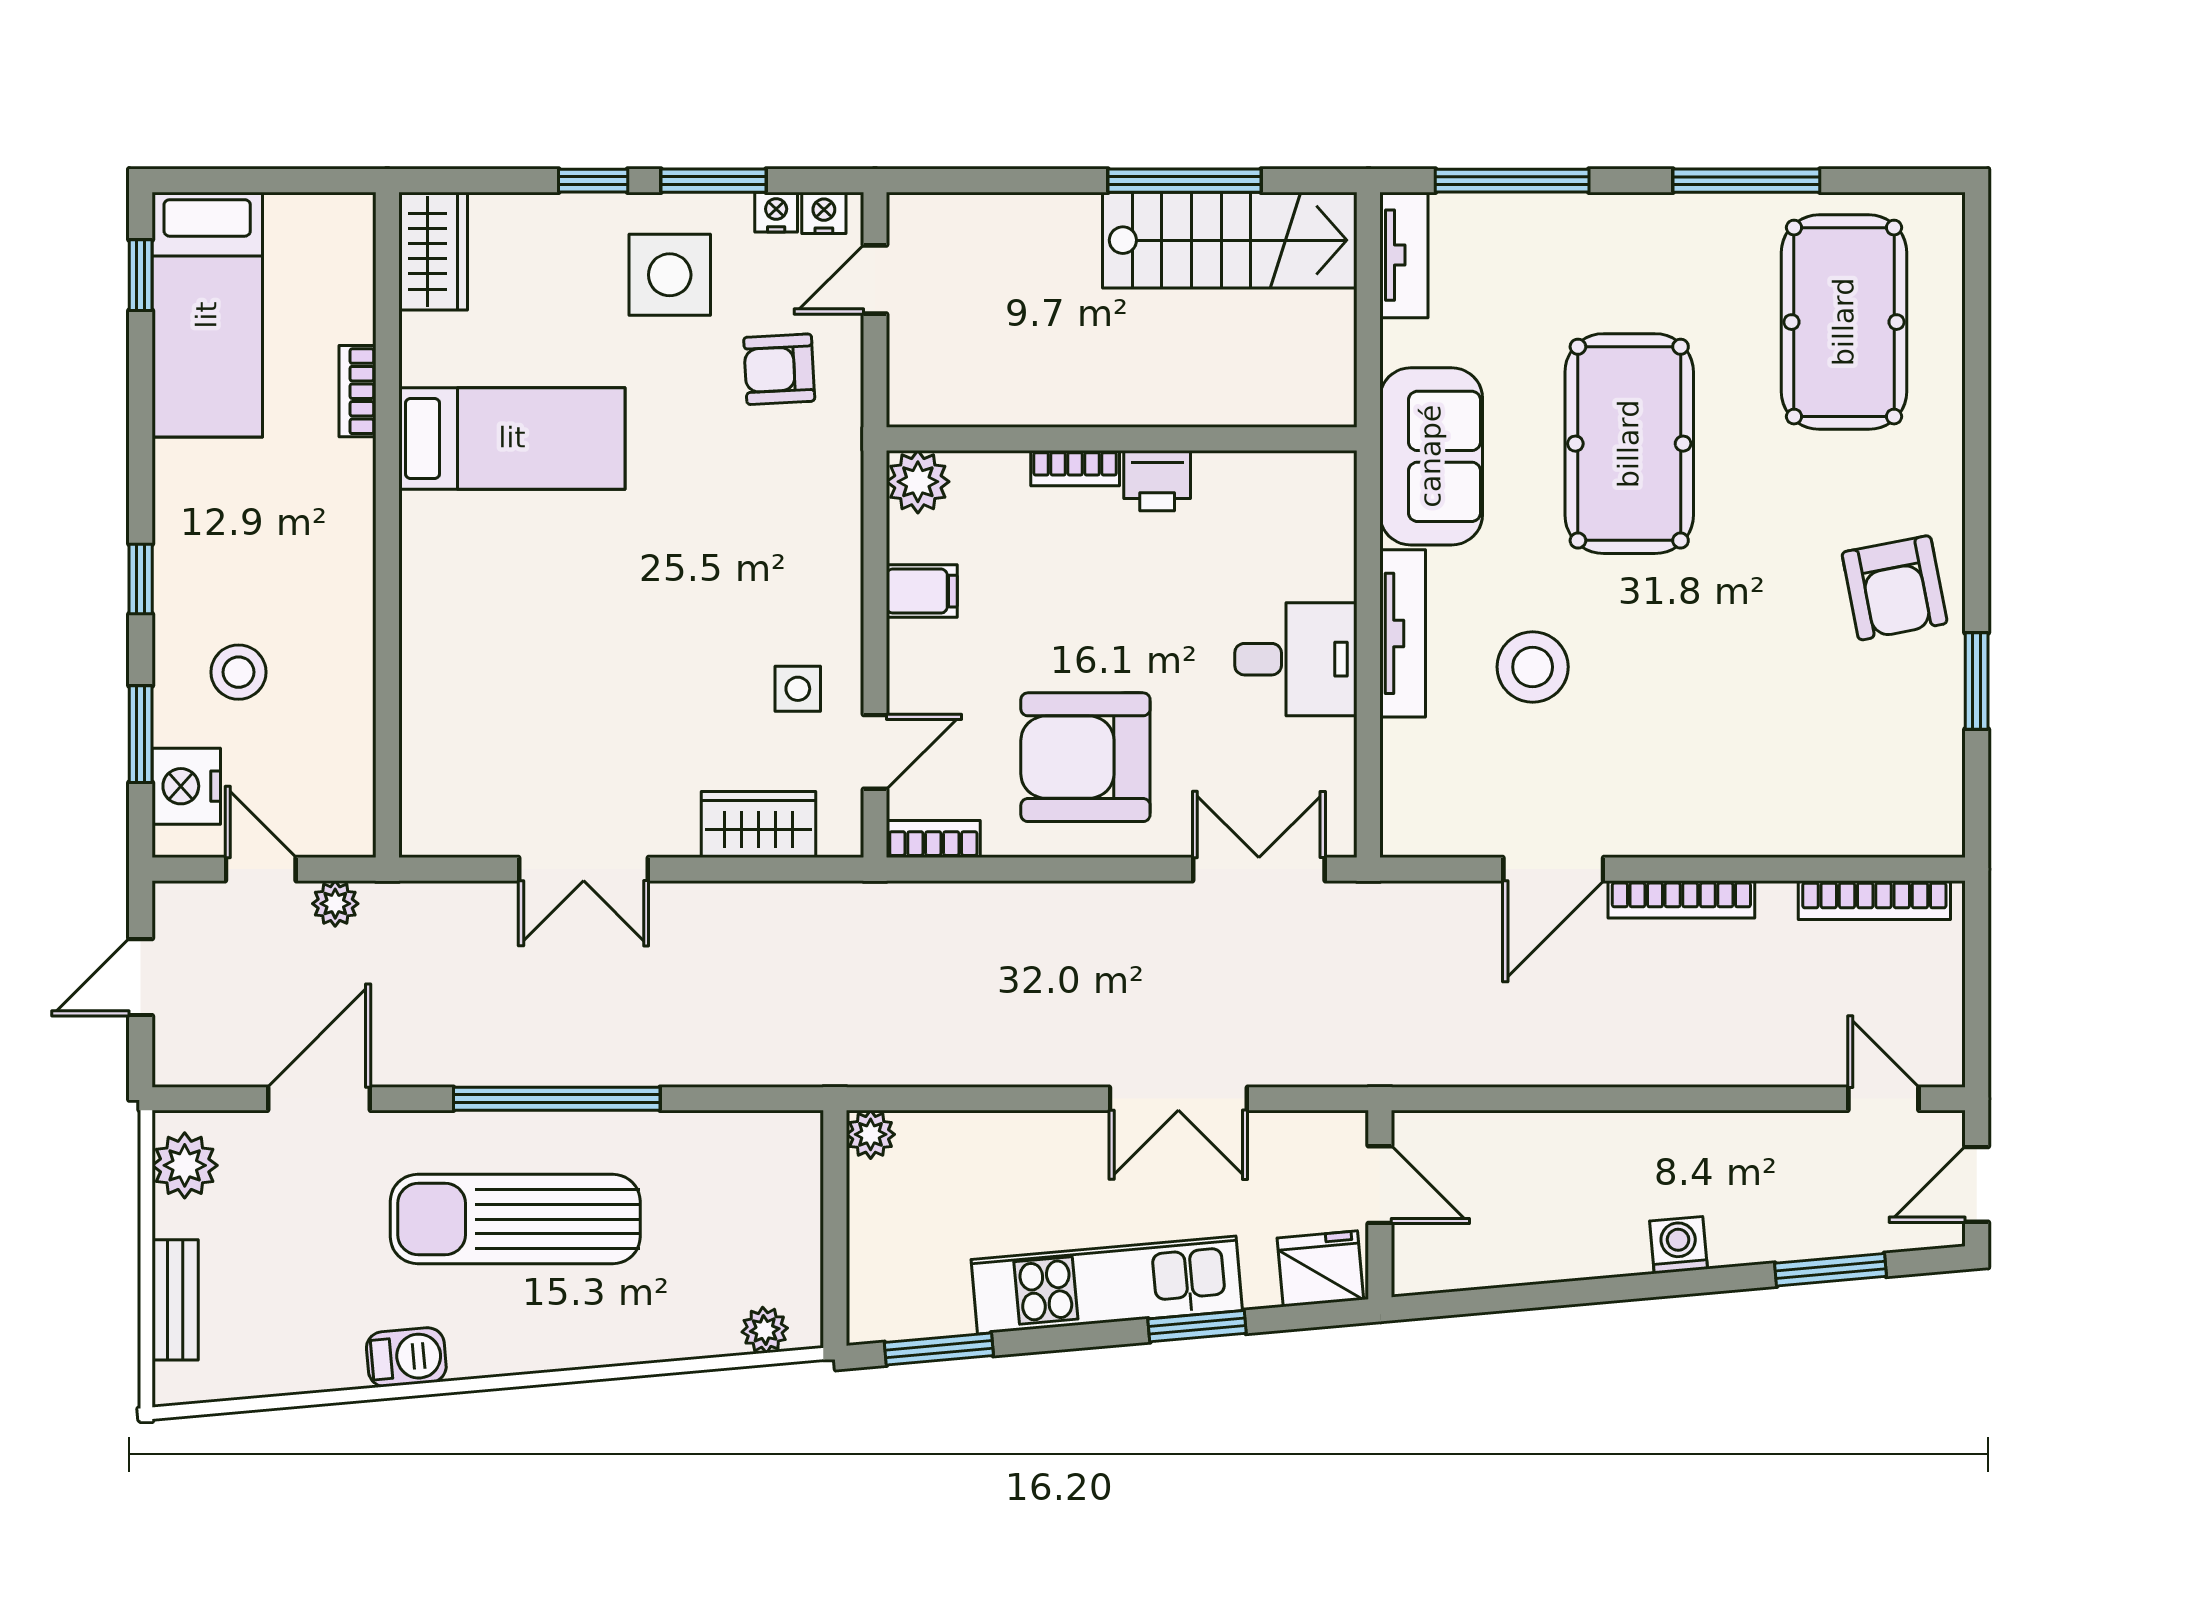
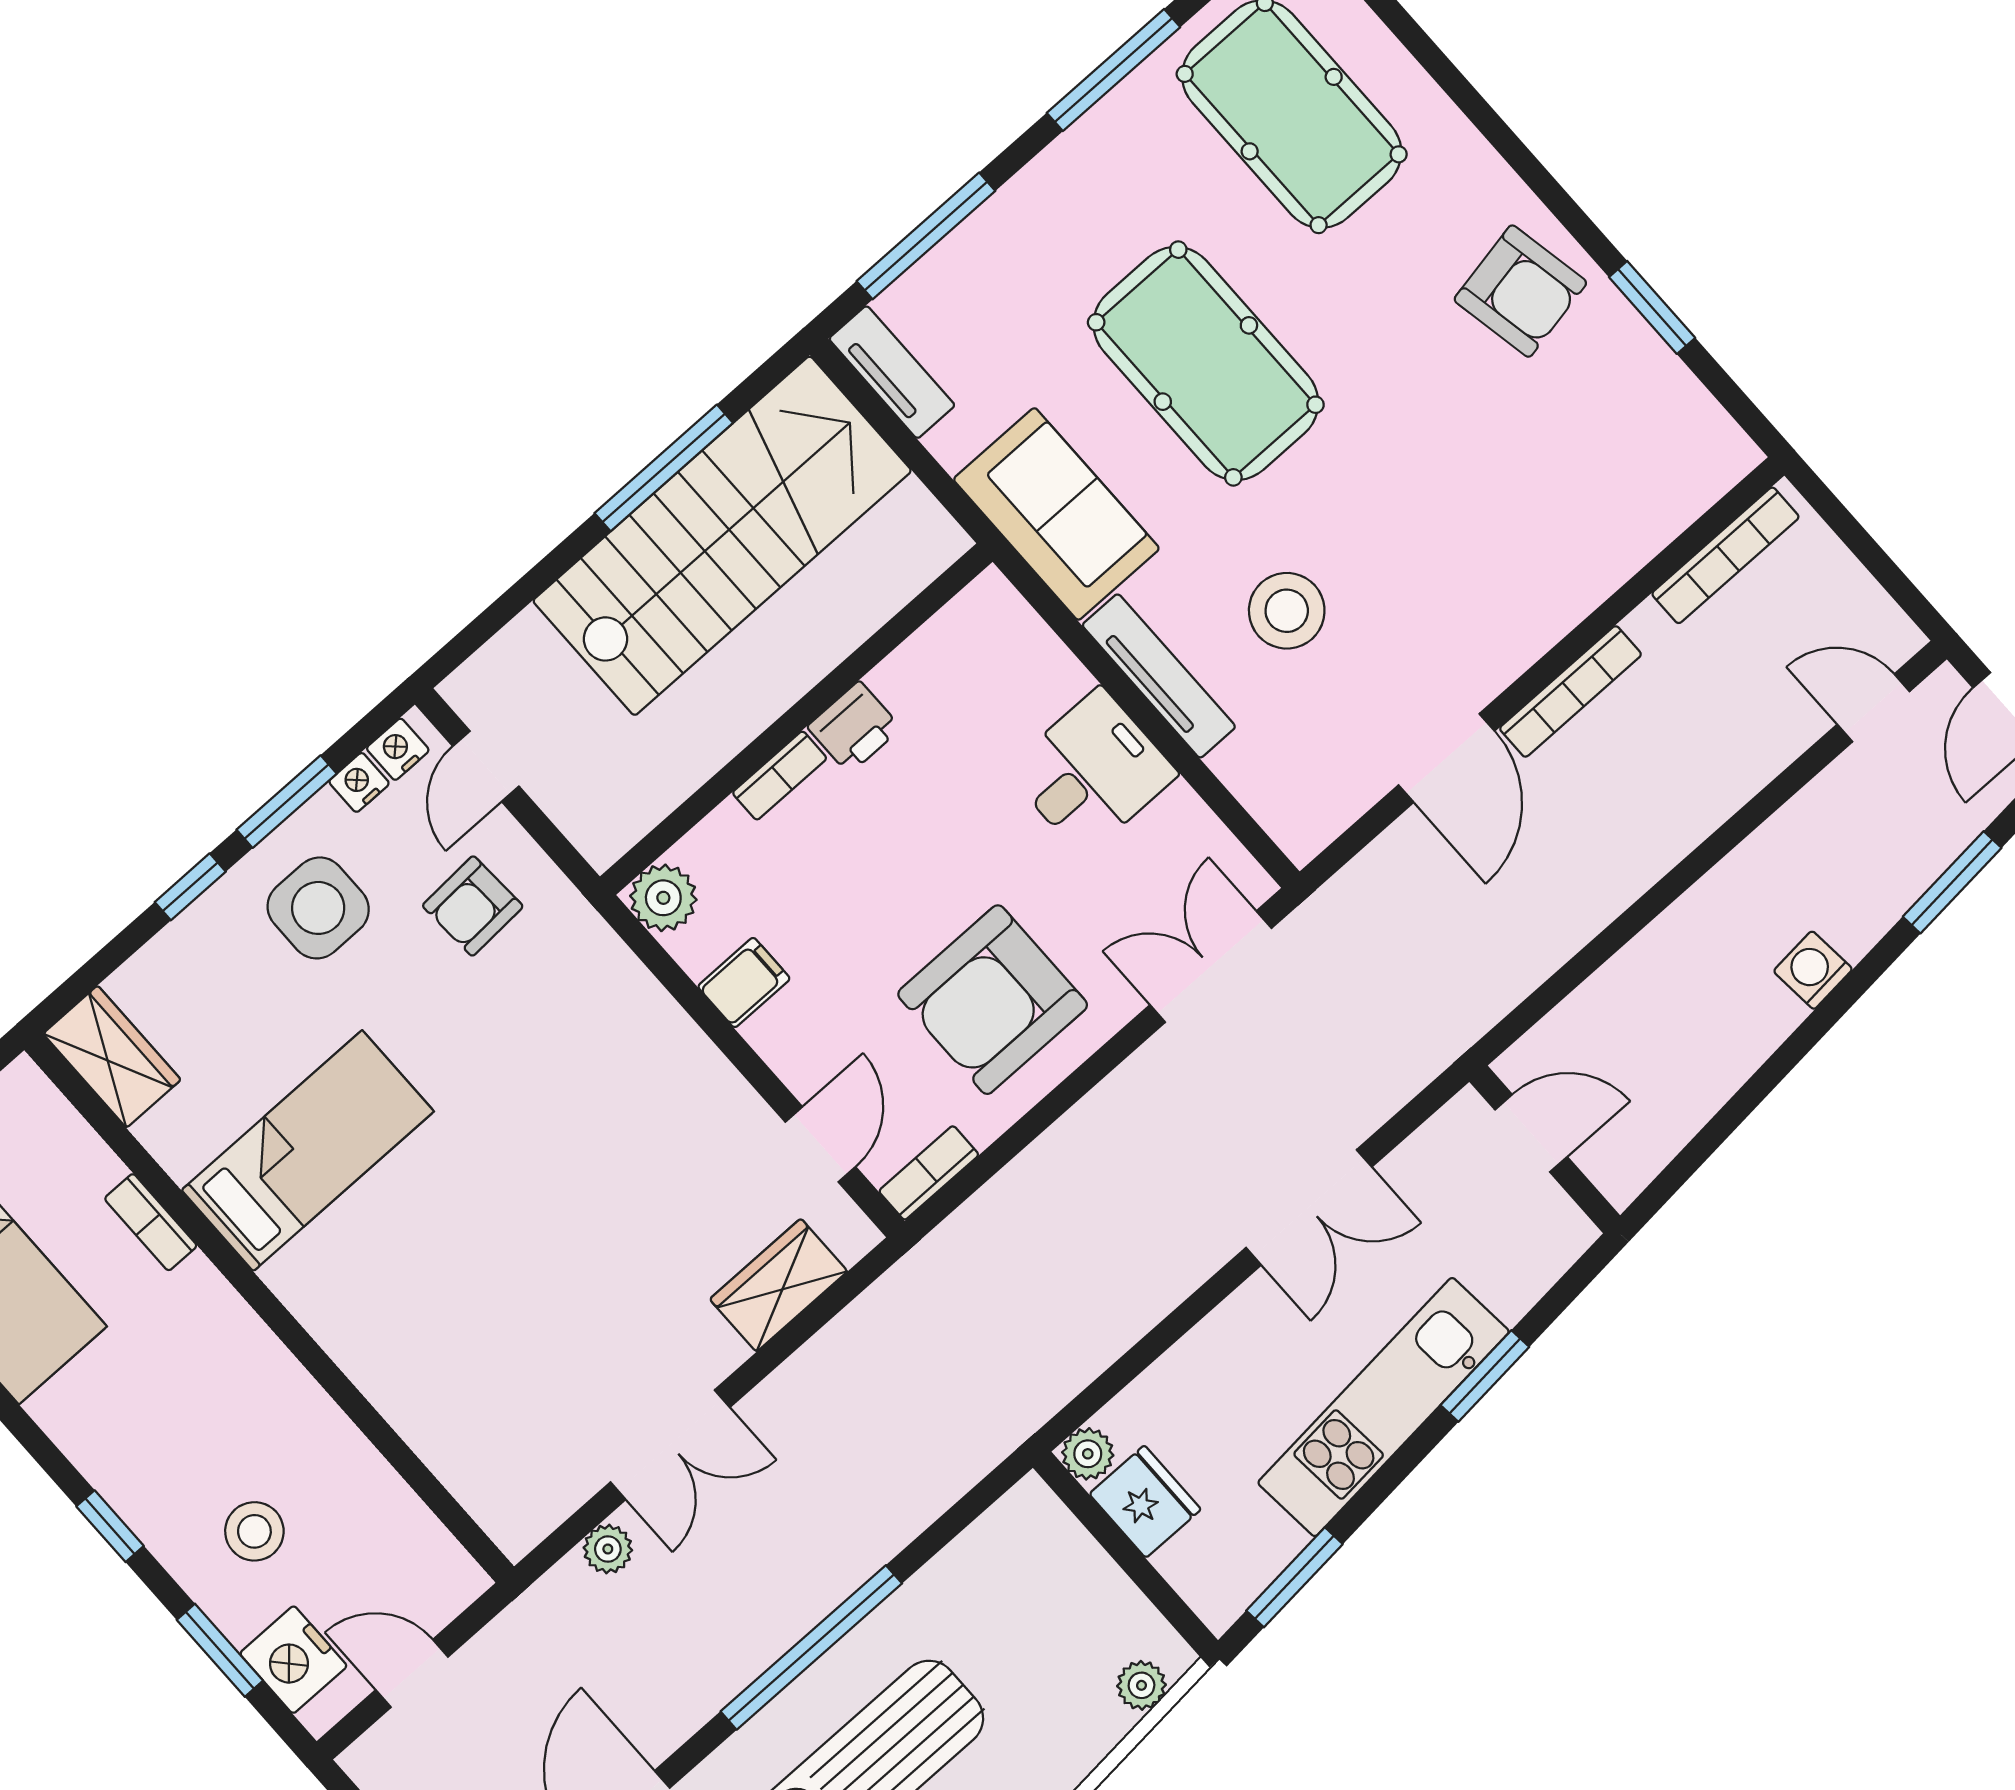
stairs: (1230, 240) -> (722, 536), width x1.36, depth x1.51
side table: (798, 689) -> (714, 1149), removed
plant: (335, 904) -> (608, 1549), moved
fridge: (1320, 1269) -> (1145, 1502), moved, turned 95

